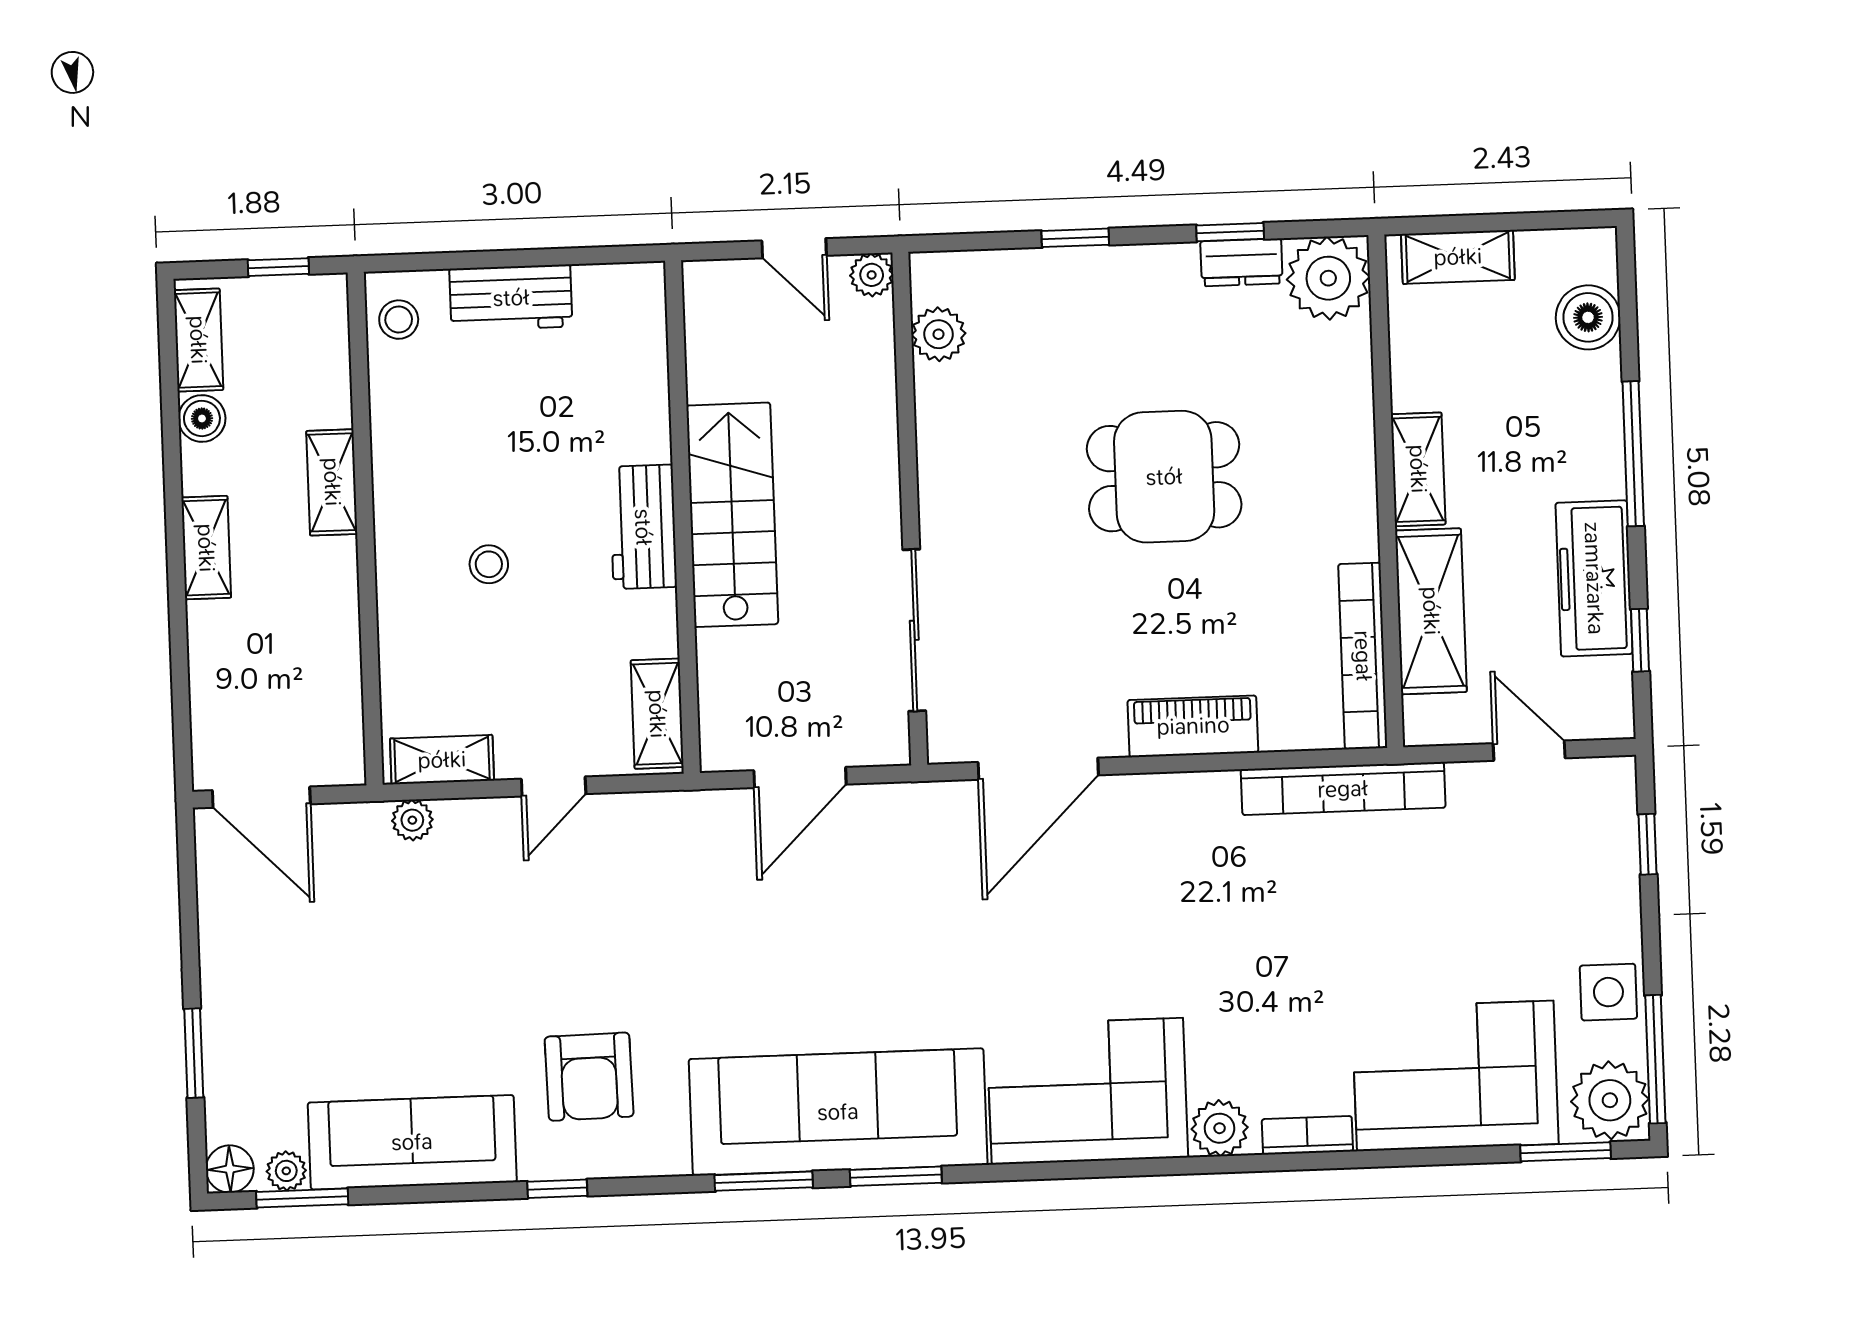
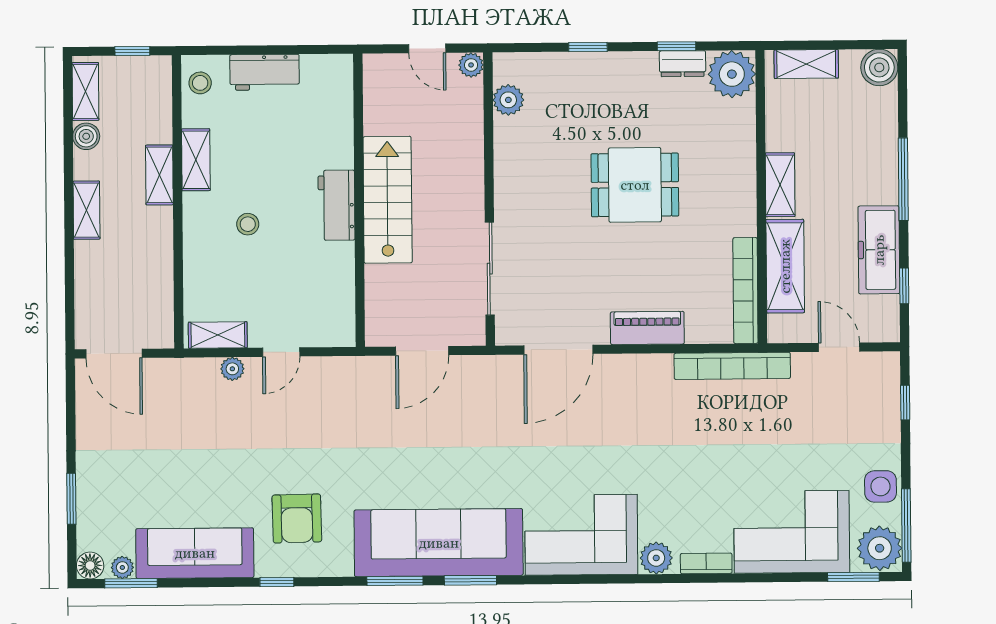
boiler: (1588, 317) -> (879, 67), moved
shelving: (657, 714) -> (196, 160), moved
plant: (412, 820) -> (232, 369), moved

